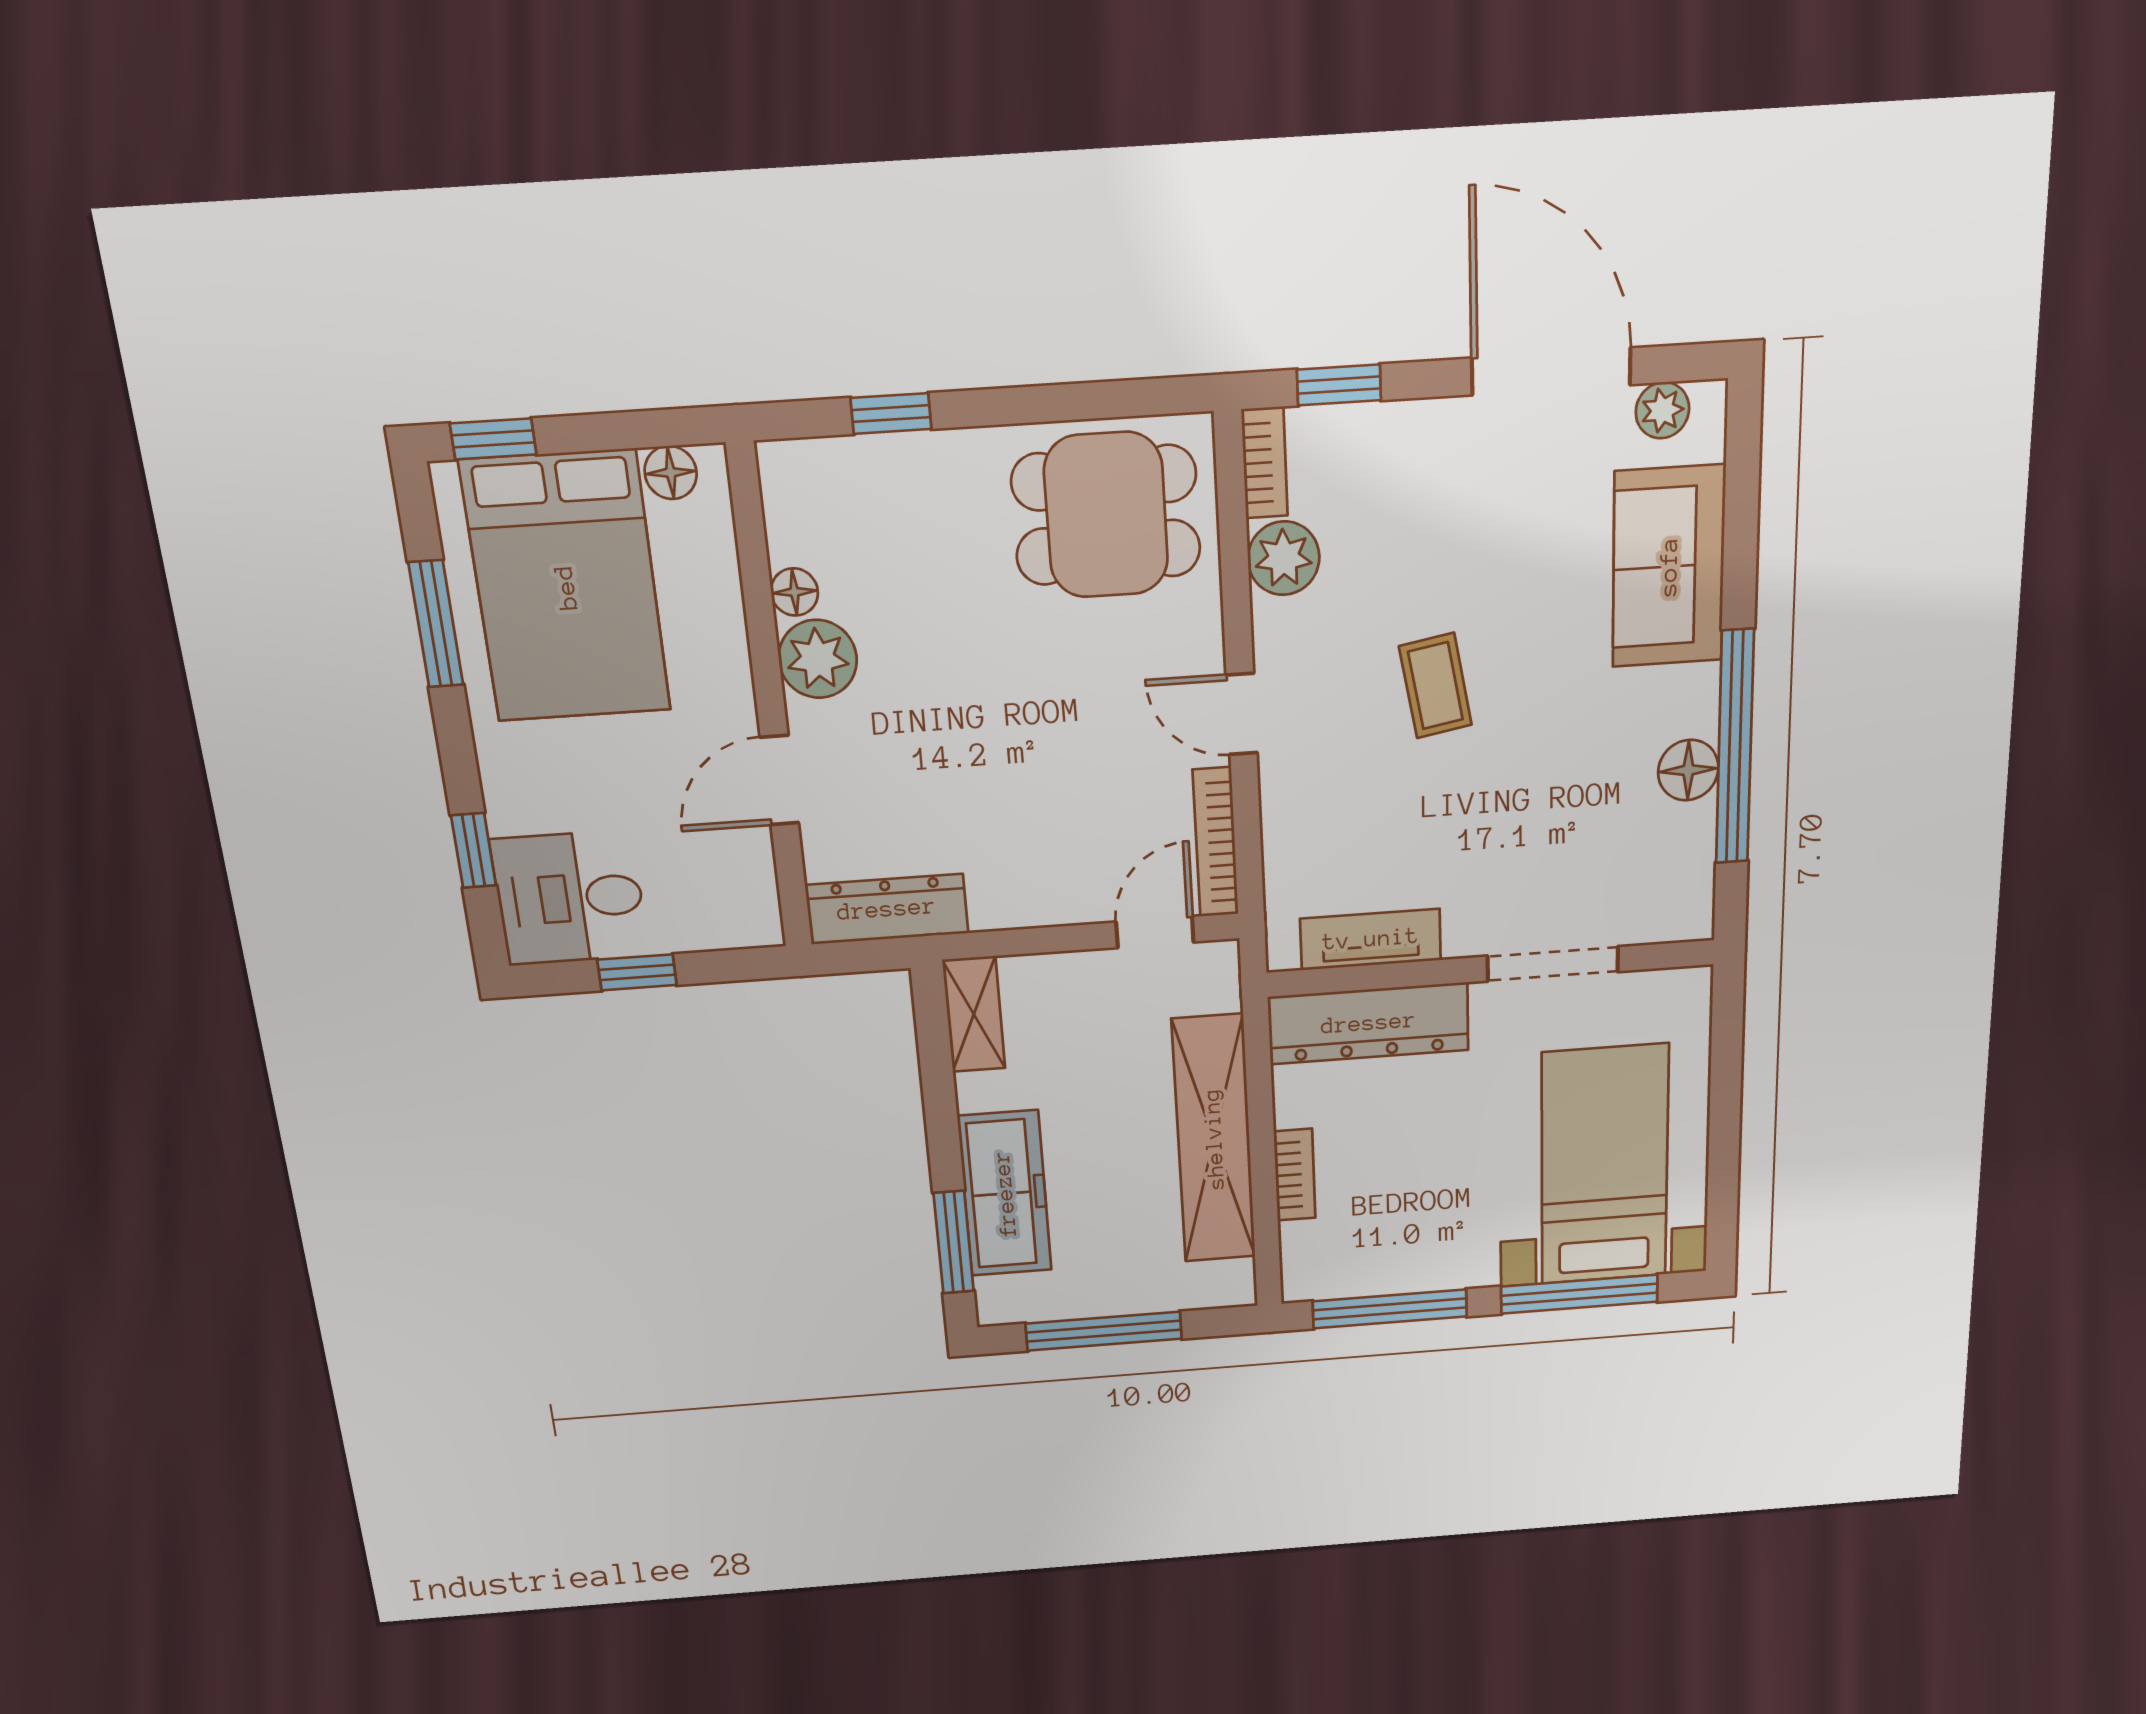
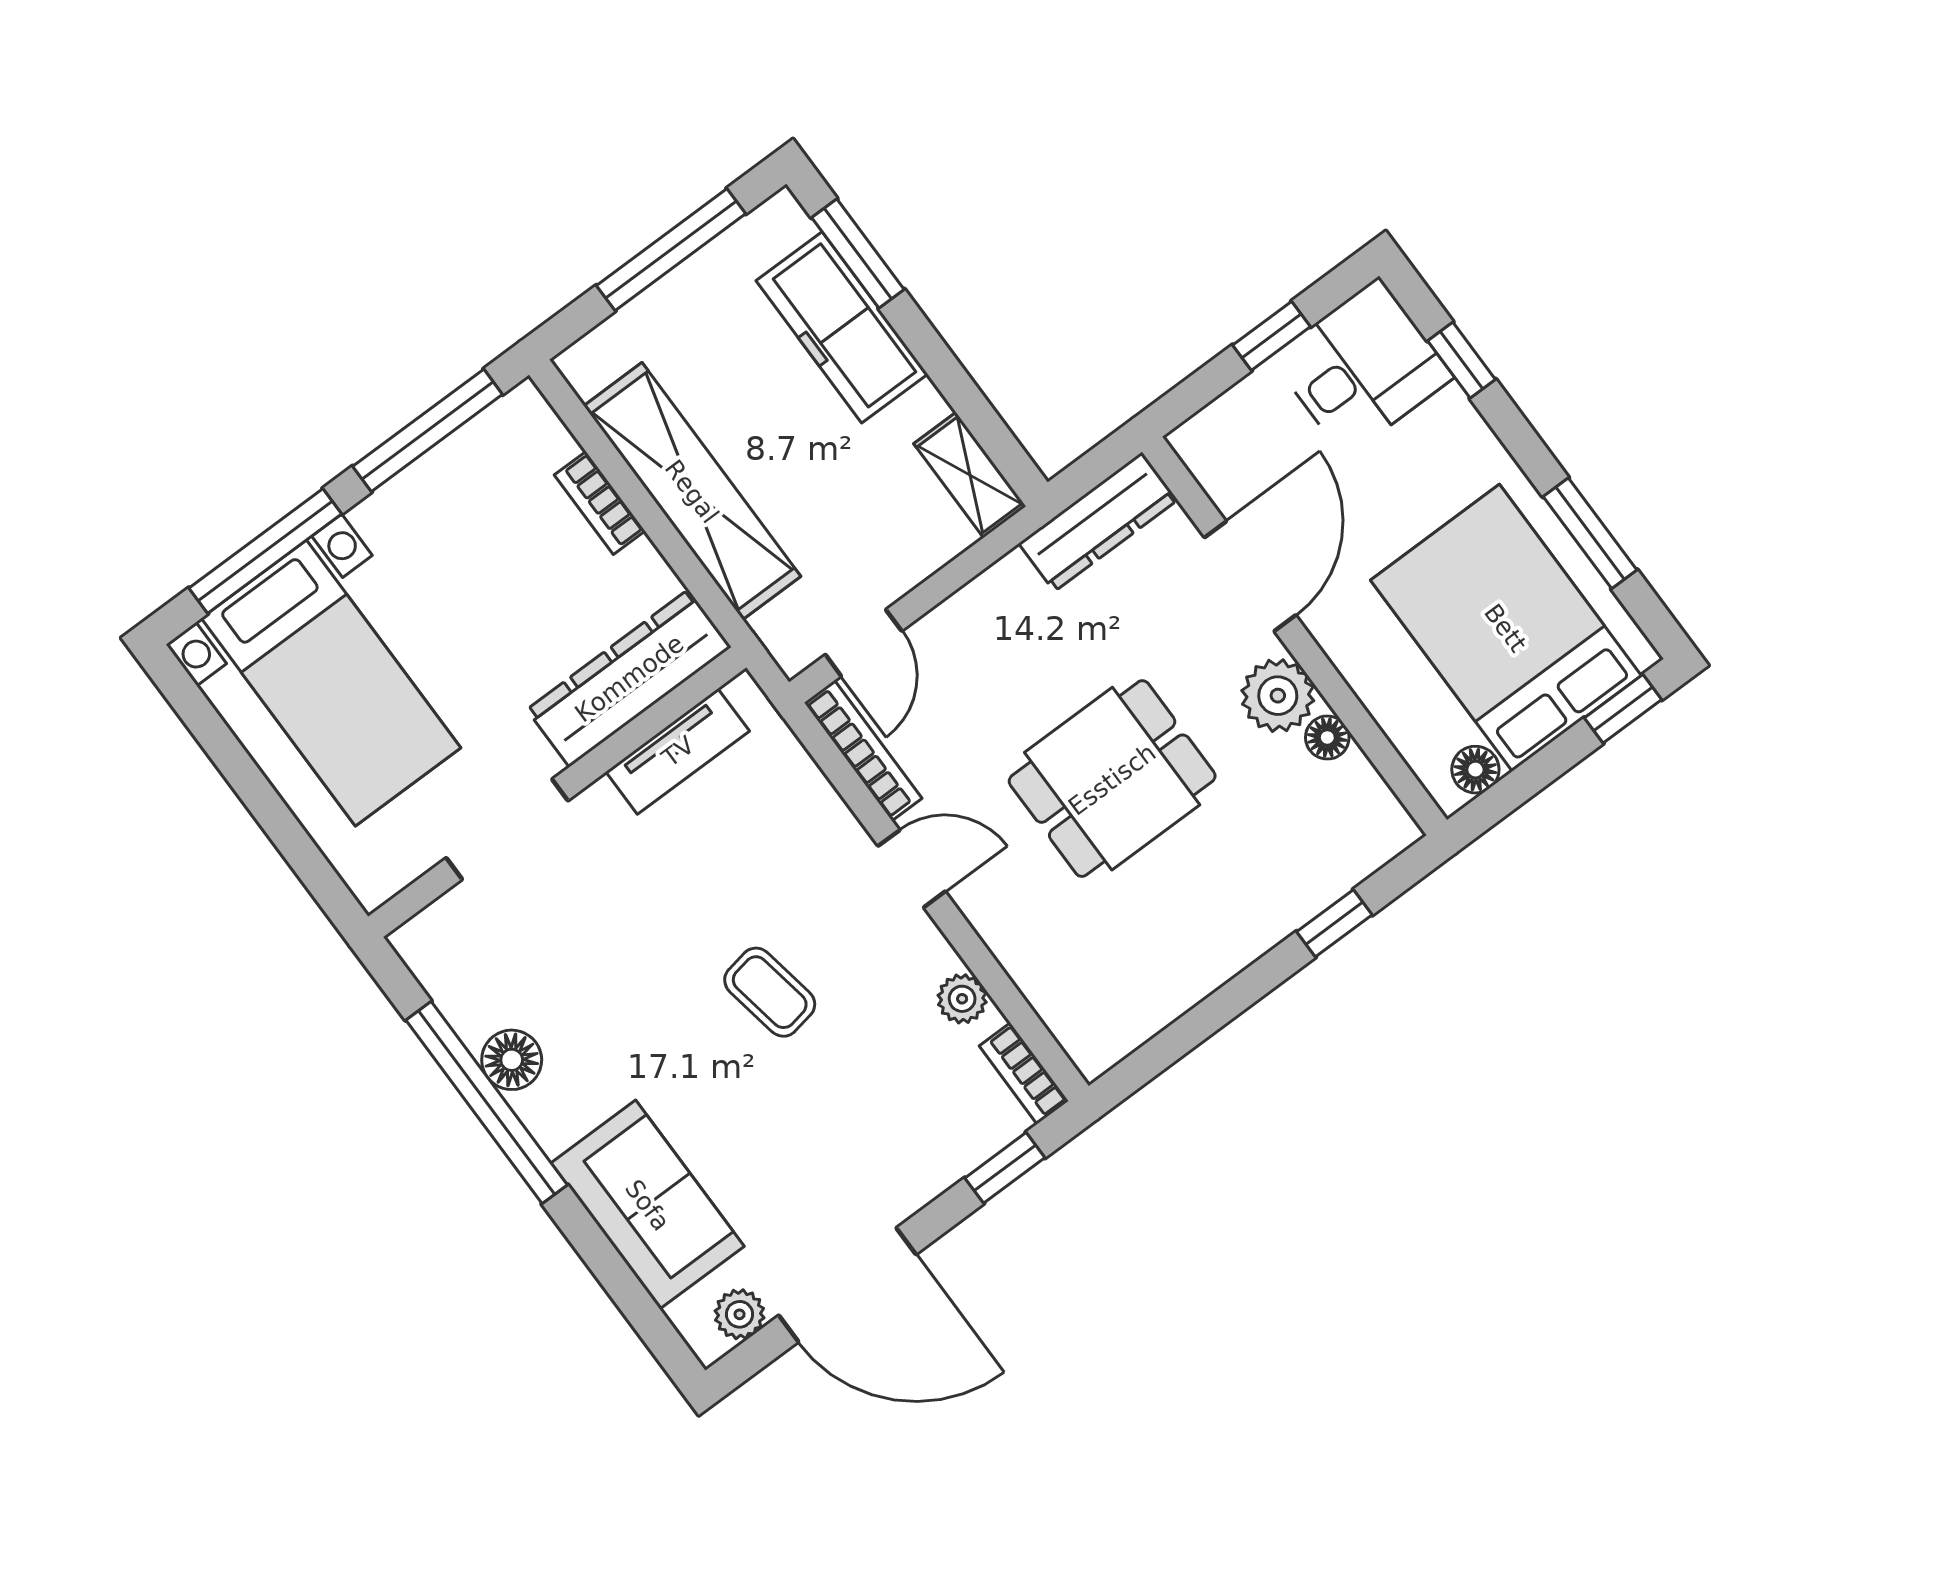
dining table: (1106, 515) -> (1112, 779), moved
plant: (1284, 558) -> (962, 999), width x0.73, depth x0.73
door: (779, 780) -> (1250, 576), width x1.38

